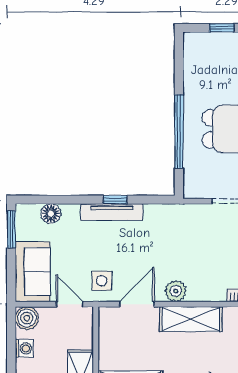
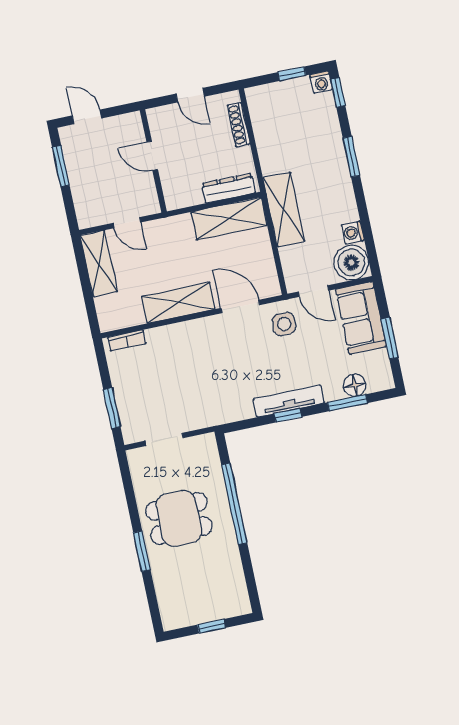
window: (60, 200) -> (347, 403), added
window: (11, 229) -> (390, 338), moved
plant: (176, 291) -> (201, 330), removed
door: (137, 304) -> (240, 306), swing flipped
boiler: (27, 318) -> (351, 263), width x1.37, depth x1.37

